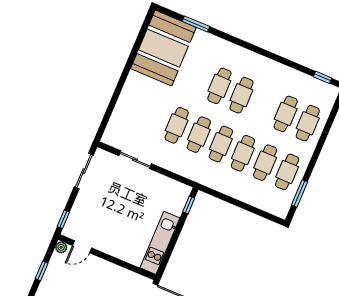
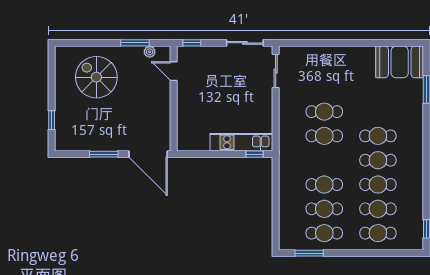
booth: (163, 48) -> (400, 62), width x0.73, depth x0.70
cafe table: (221, 144) -> (378, 185), moved
sliding door: (135, 160) -> (276, 71), moved
kitchen unit: (160, 243) -> (241, 142), moved
plant: (61, 247) -> (150, 52), moved
window: (42, 271) -> (135, 43), width x1.50

